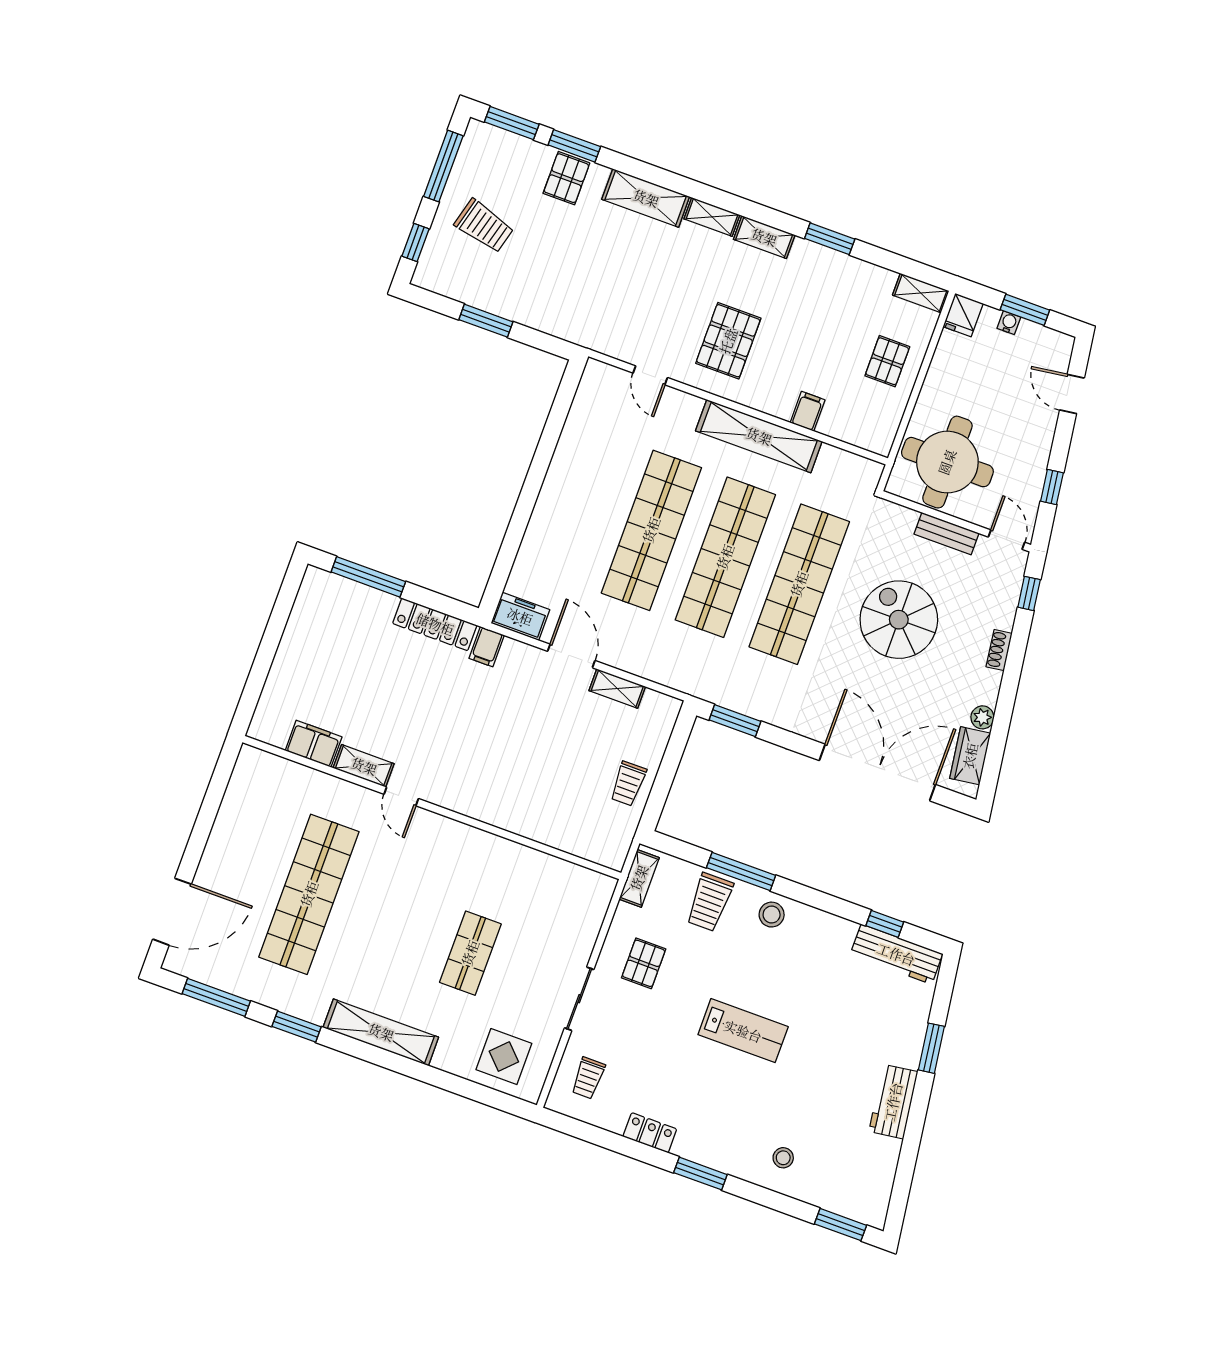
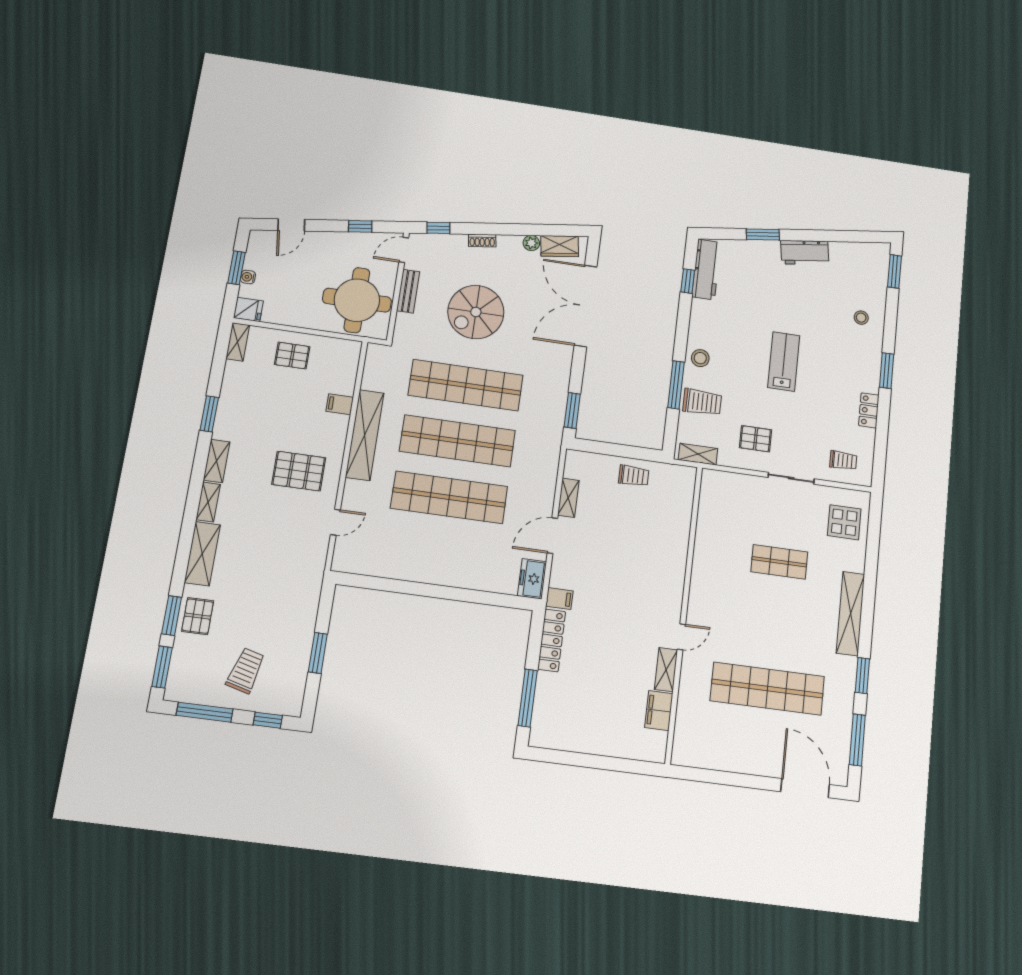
pallet: (566, 178) -> (198, 616), turned 90

